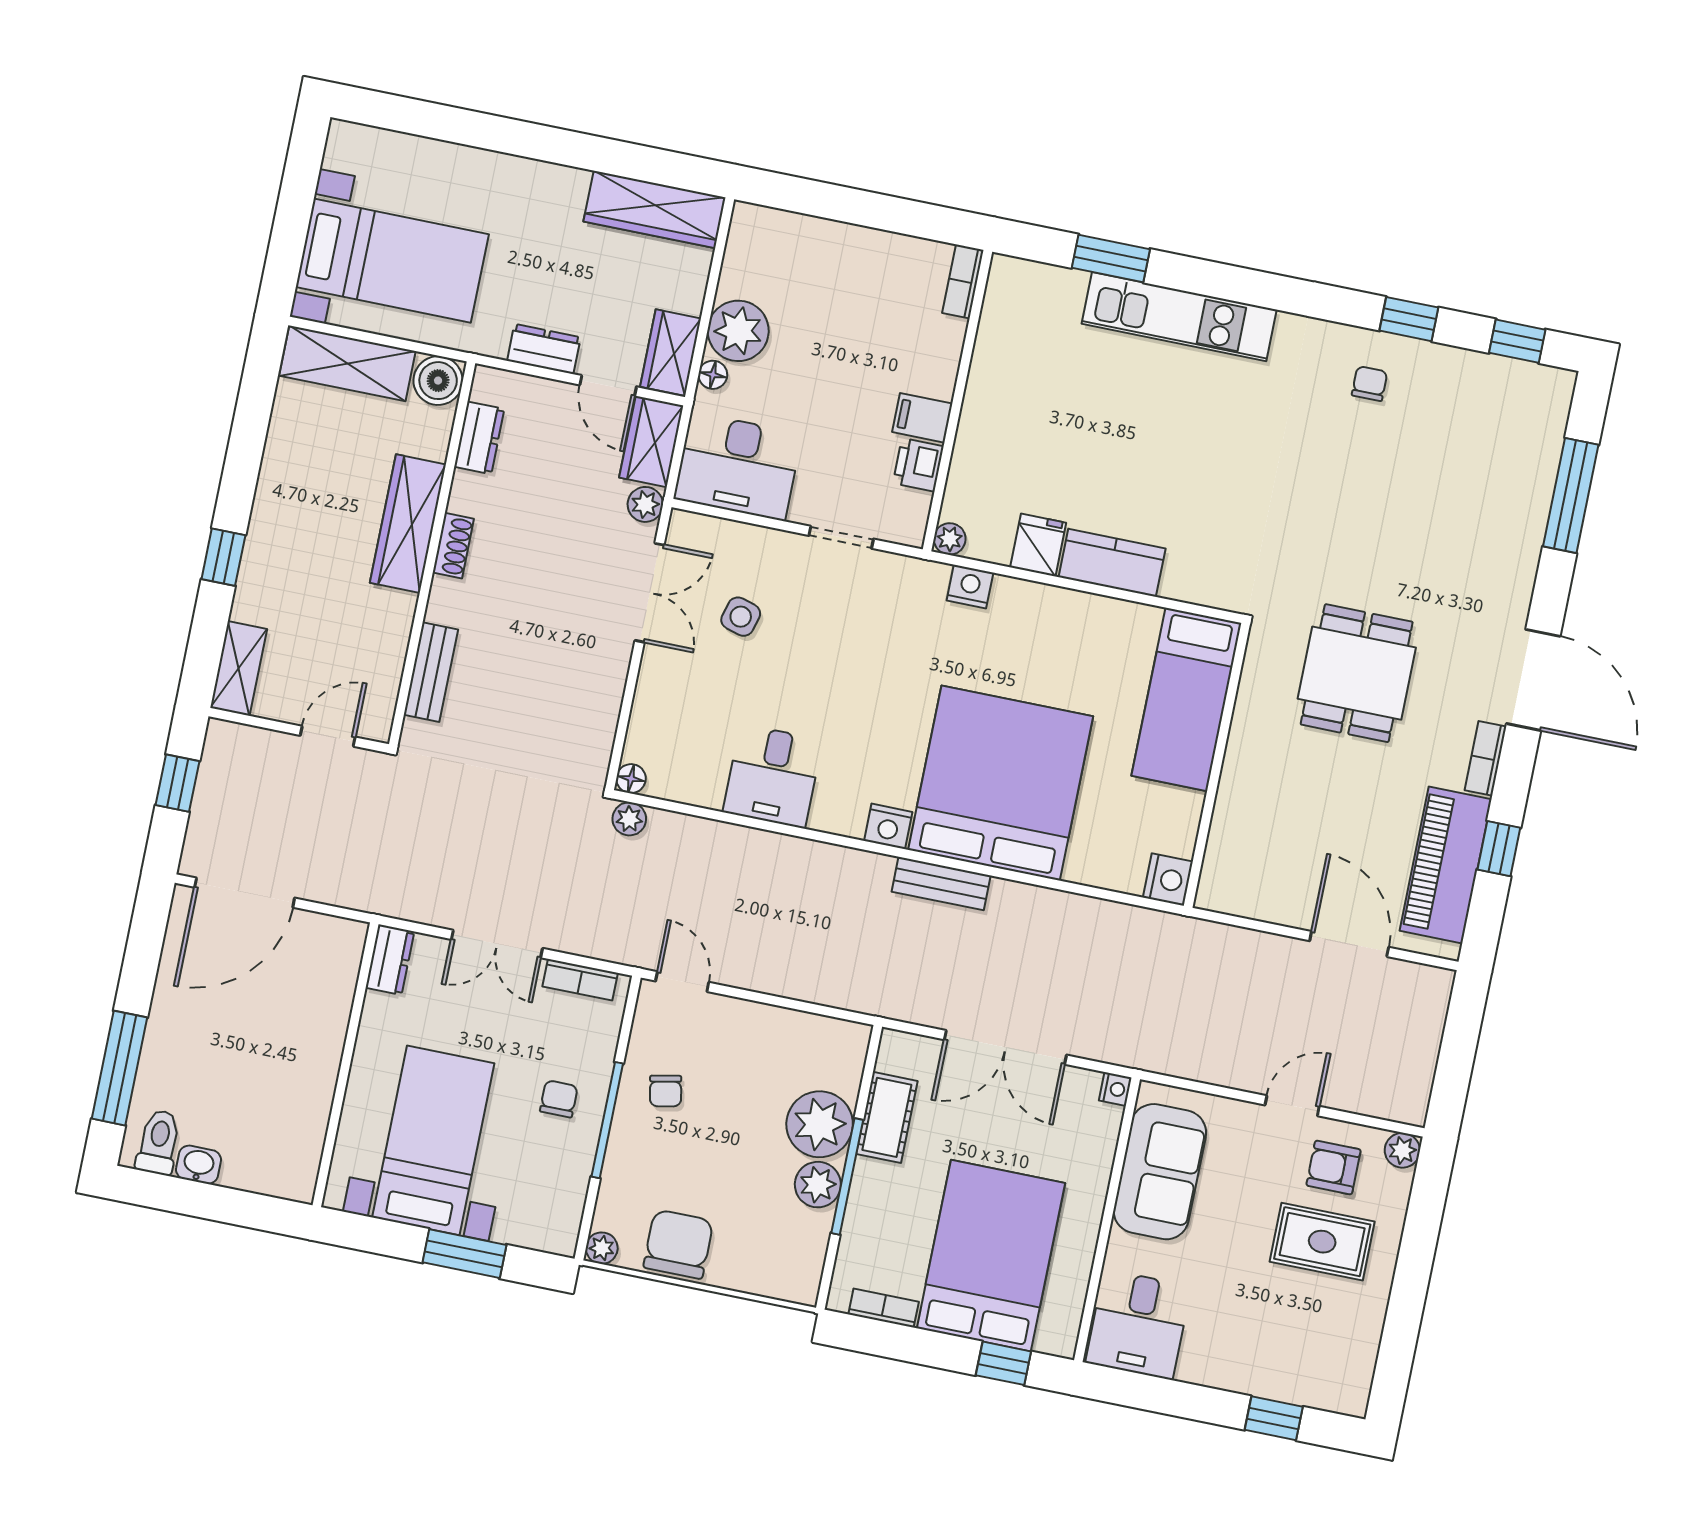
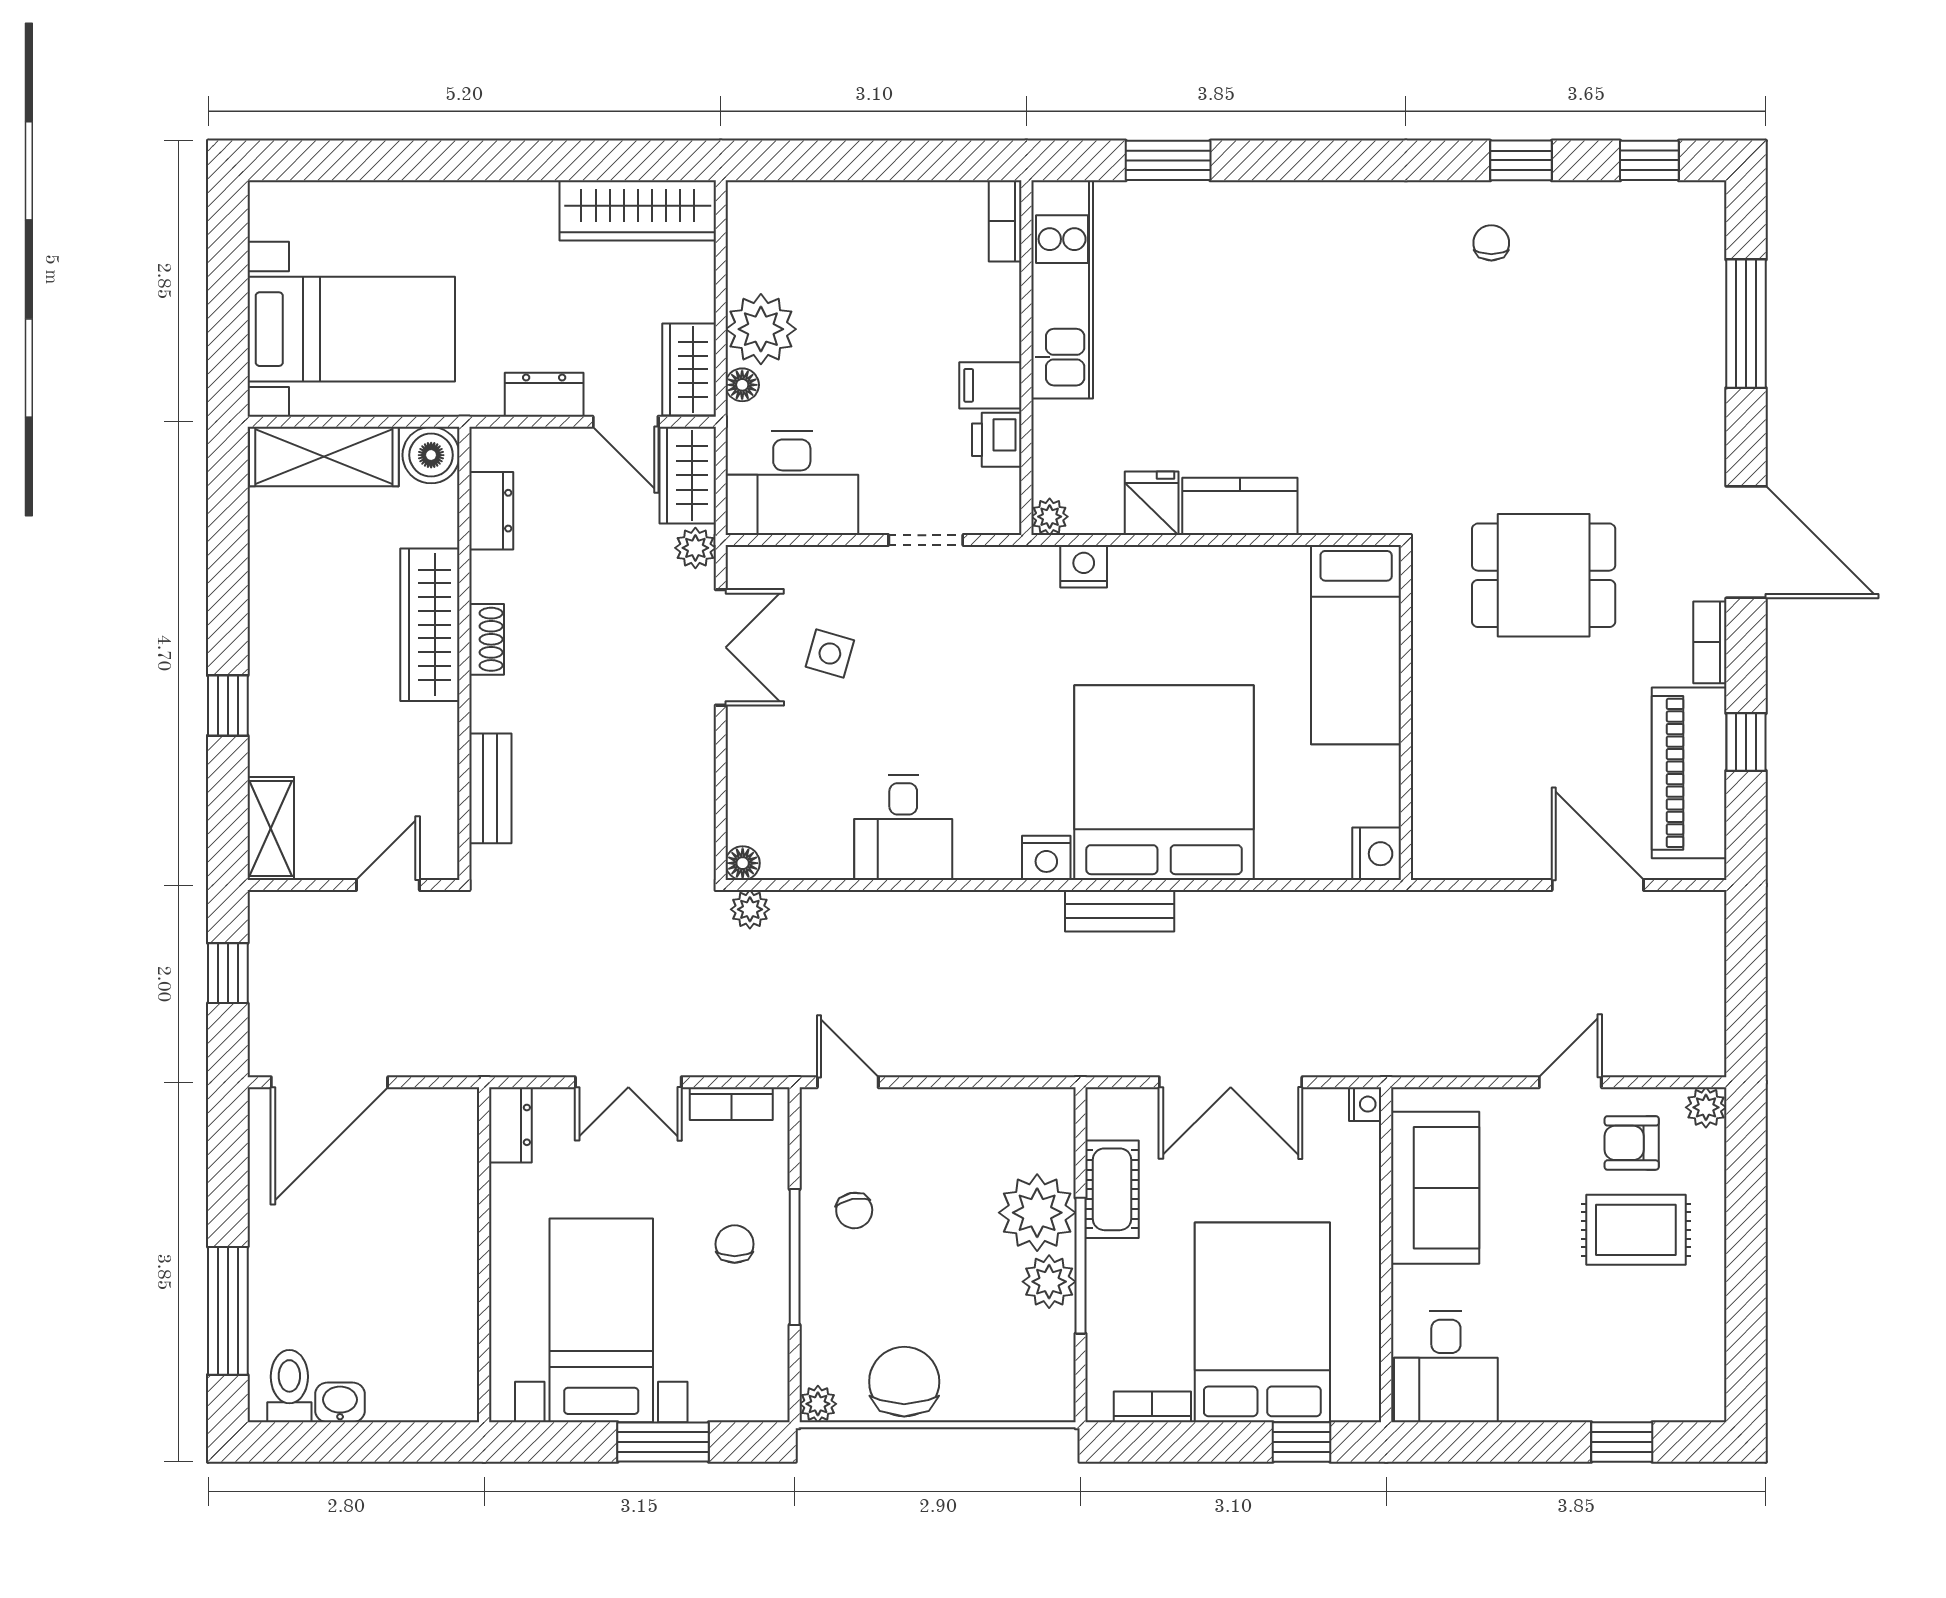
kitchen unit: (1179, 317) -> (1062, 289), moved, turned -90
dining table: (1357, 673) -> (1544, 575), turned 90

